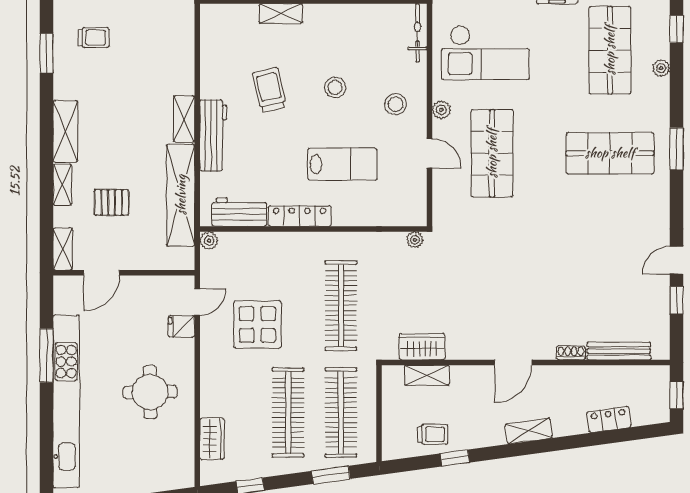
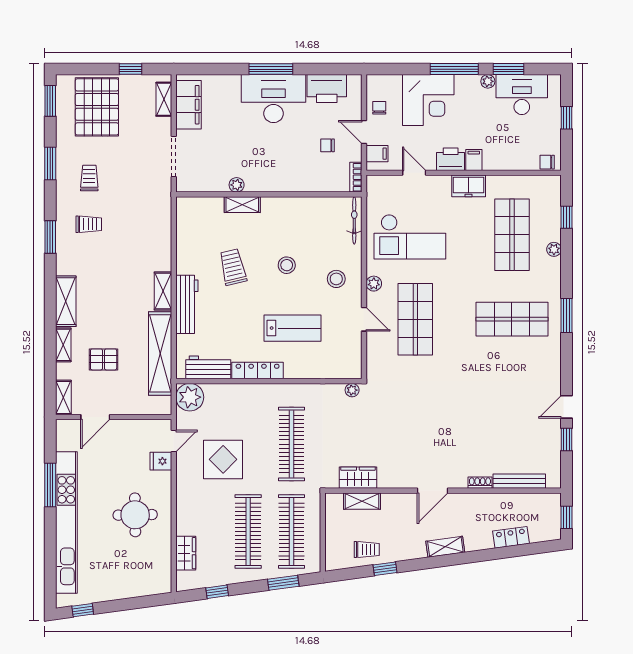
plant: (209, 241) -> (190, 397), width x1.88, depth x1.88

